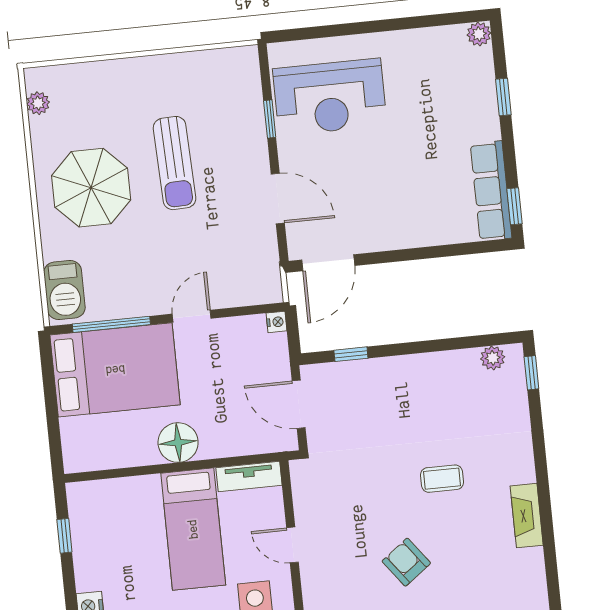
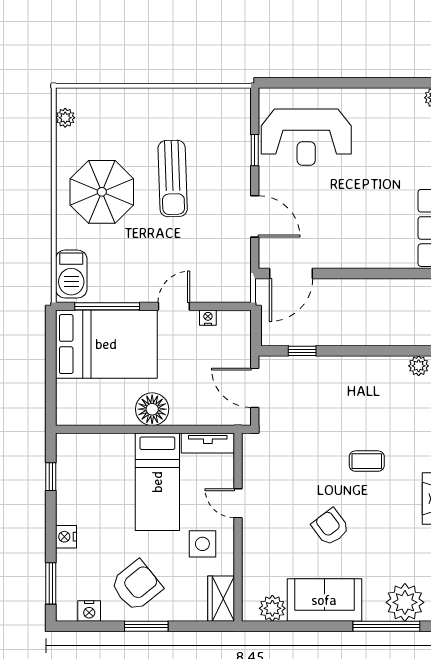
nightstand: (276, 322) -> (208, 318), moved, turned -90

